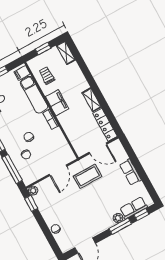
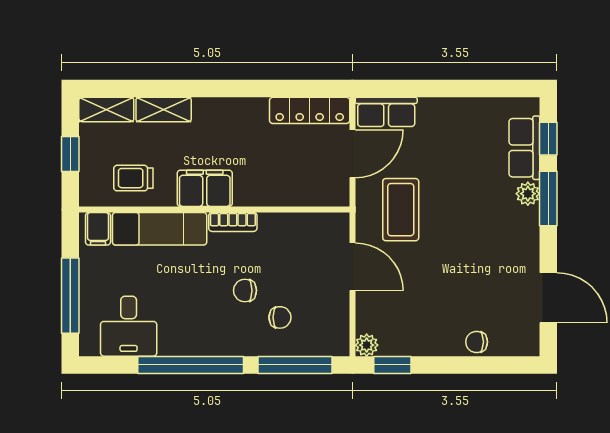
shelving: (92, 100) -> (164, 110), moved
row of seats: (130, 172) -> (386, 112), moved

